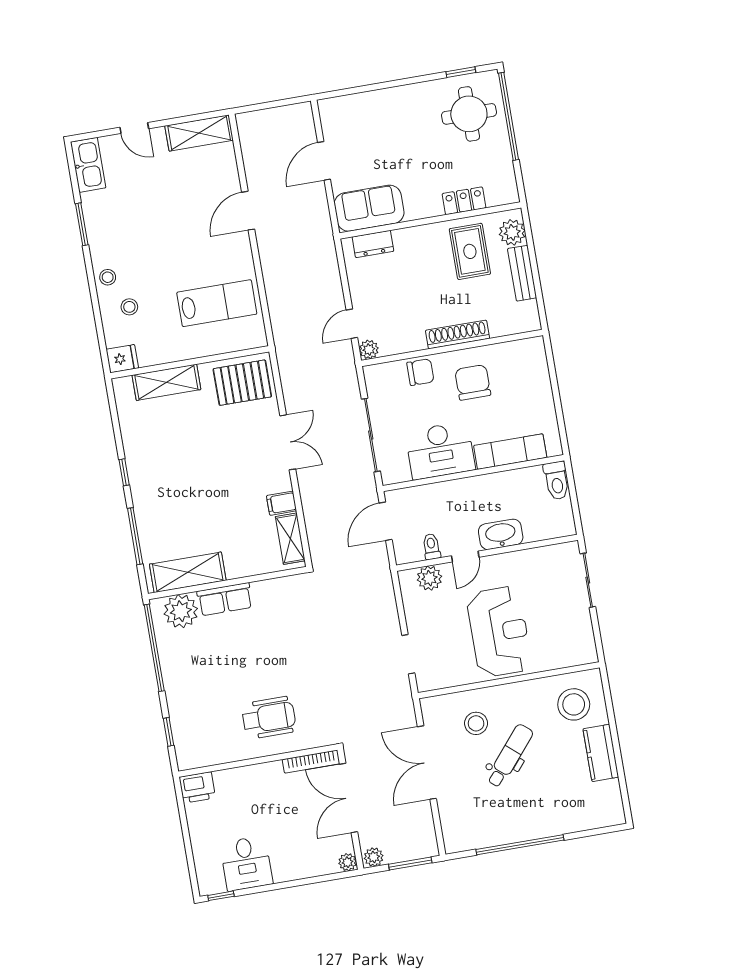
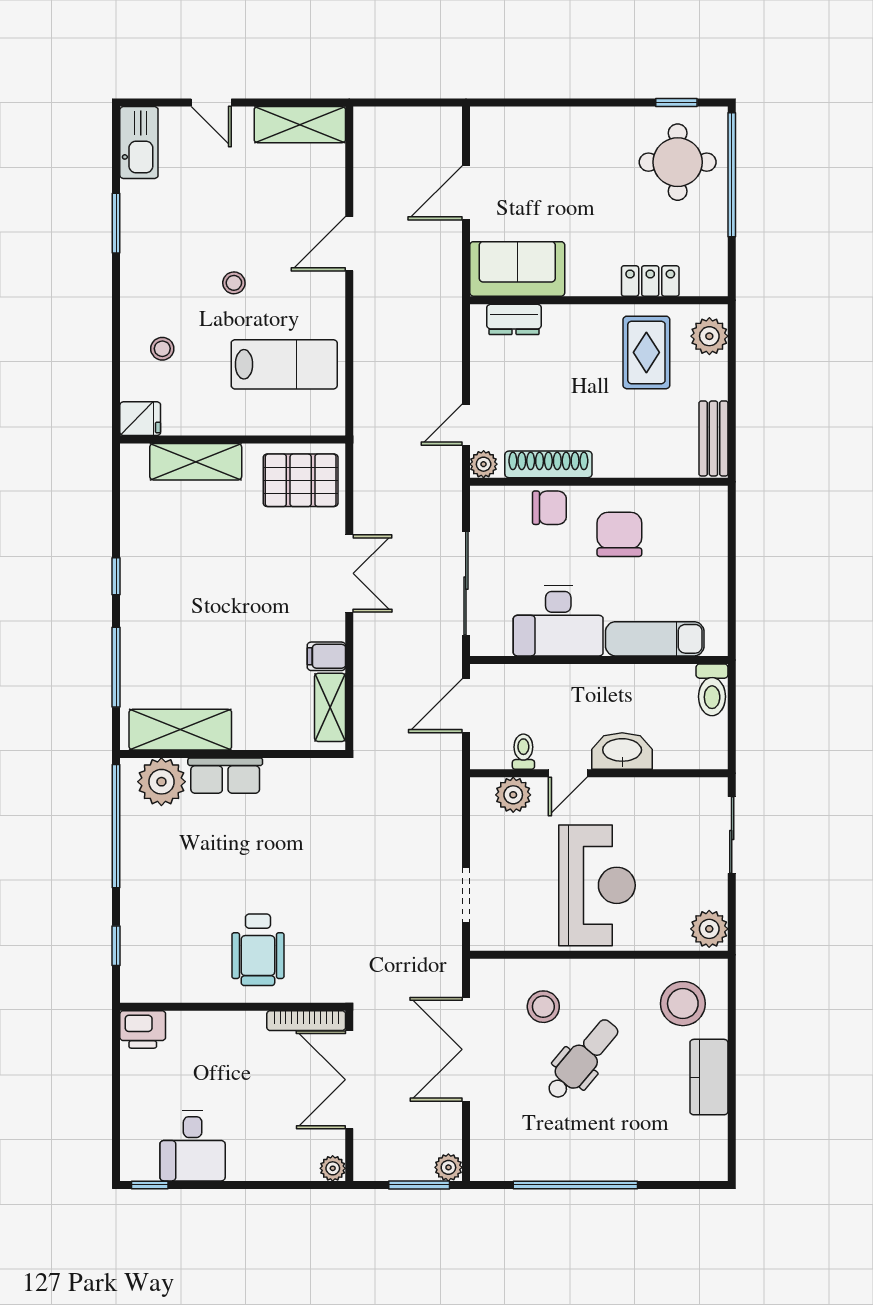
bench: (522, 273) -> (713, 438), moved
stool: (108, 277) -> (234, 283), moved
shoe rack: (457, 334) -> (548, 464), moved
plant: (583, 649) -> (709, 929), added
wheelchair: (269, 718) -> (258, 950), turned 90
plant: (374, 857) -> (448, 1167), moved

